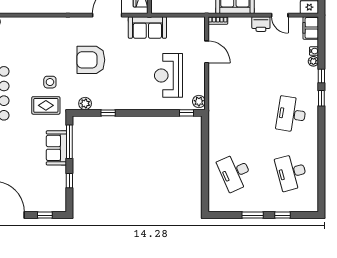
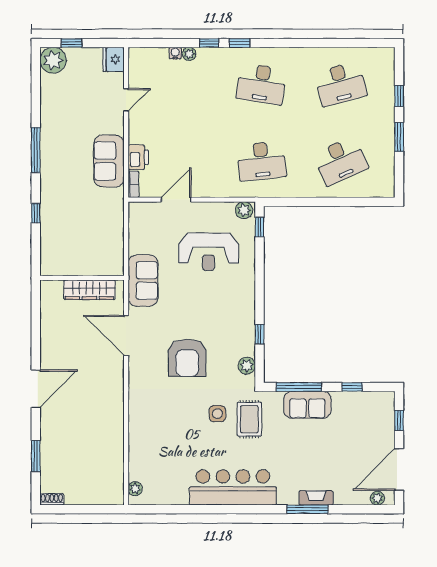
printer: (261, 24) -> (138, 157), moved
filing cabinet: (311, 28) -> (144, 58), removed
desk: (235, 114) -> (261, 161), added

